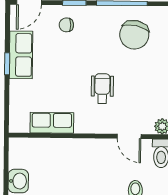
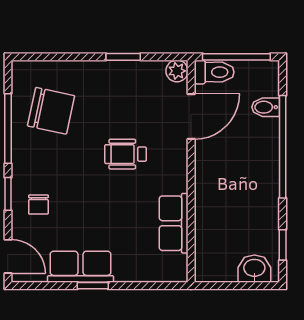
door: (129, 136) -> (191, 117), width x1.38

